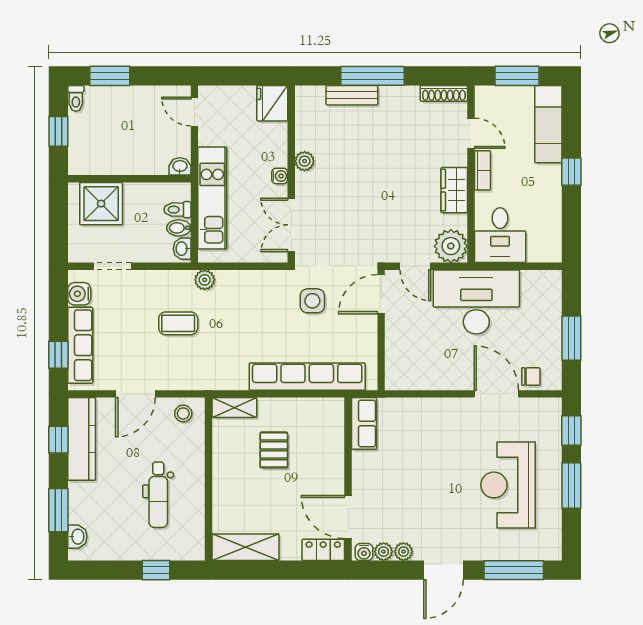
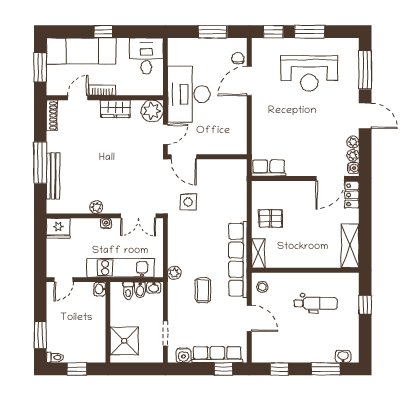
bench: (352, 95) -> (53, 176), width x1.36
exam couch: (548, 124) -> (81, 51), width x1.36, depth x1.45
desk: (500, 235) -> (146, 56), moved, turned -90
row of seats: (307, 377) -> (238, 260), moved
kitchen counter: (82, 439) -> (279, 354), removed
pallet: (274, 450) -> (271, 218), moved

